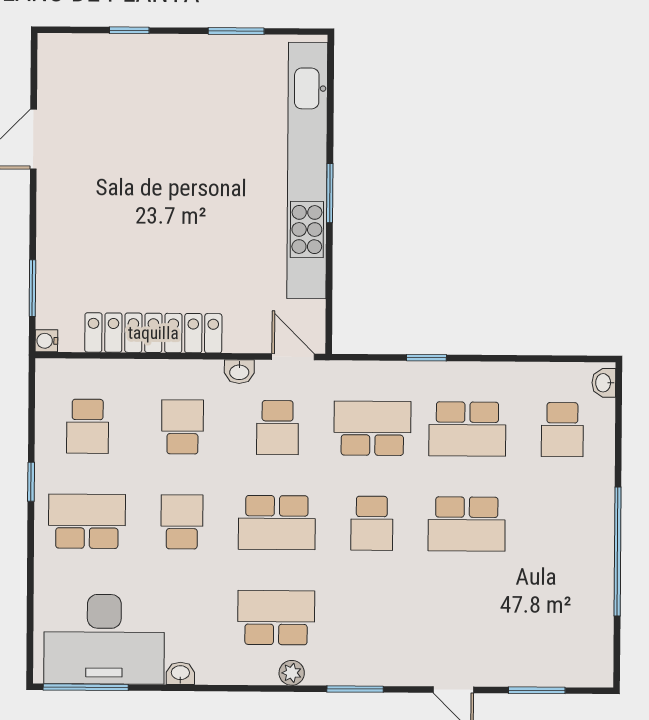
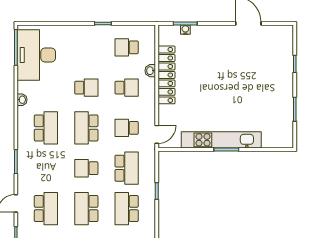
kitchen unit: (307, 171) -> (221, 140), width x0.73
water cooler: (46, 341) -> (185, 30), moved
washbasin: (239, 372) -> (150, 71), moved
school desk: (87, 521) -> (46, 209), moved
washbasin: (180, 673) -> (22, 100), moved
plant: (292, 673) -> (23, 135), removed

